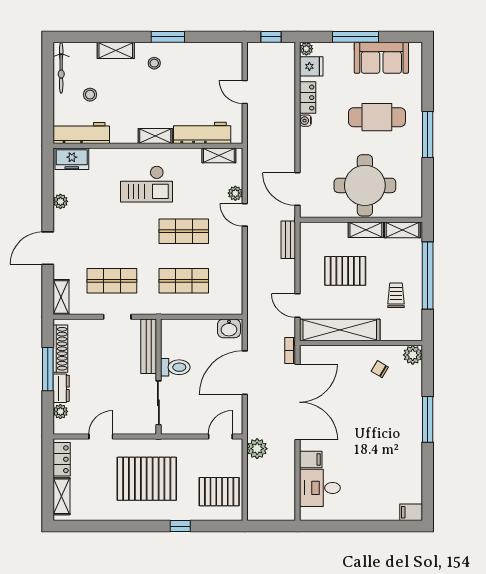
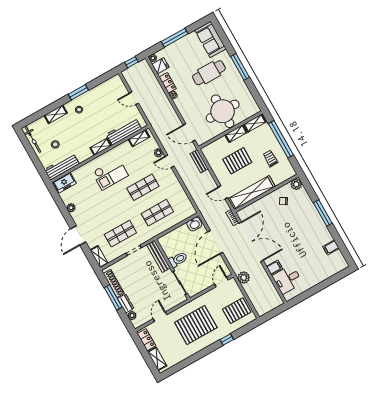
sofa: (381, 58) -> (210, 39), moved, turned 90
filing cabinet: (411, 512) -> (331, 247), moved

